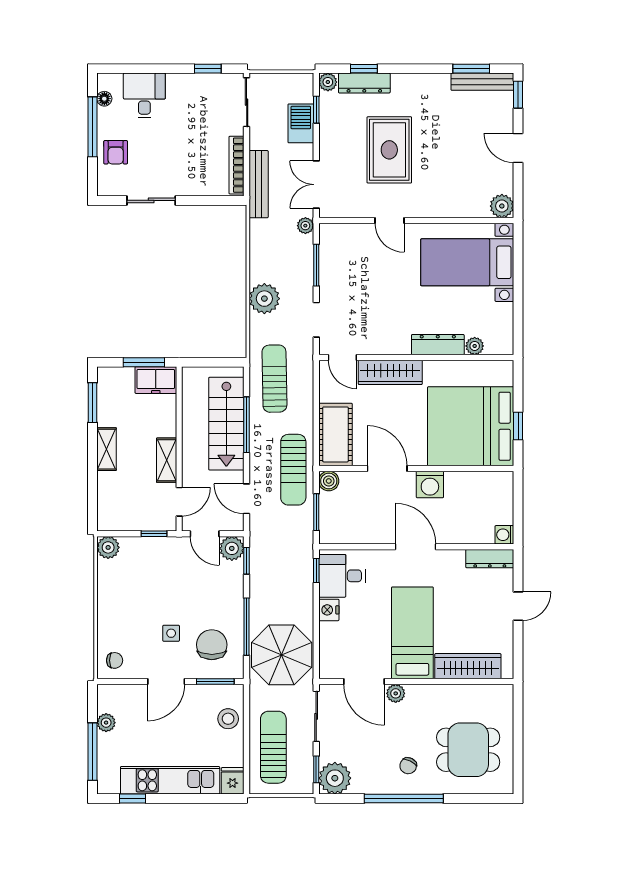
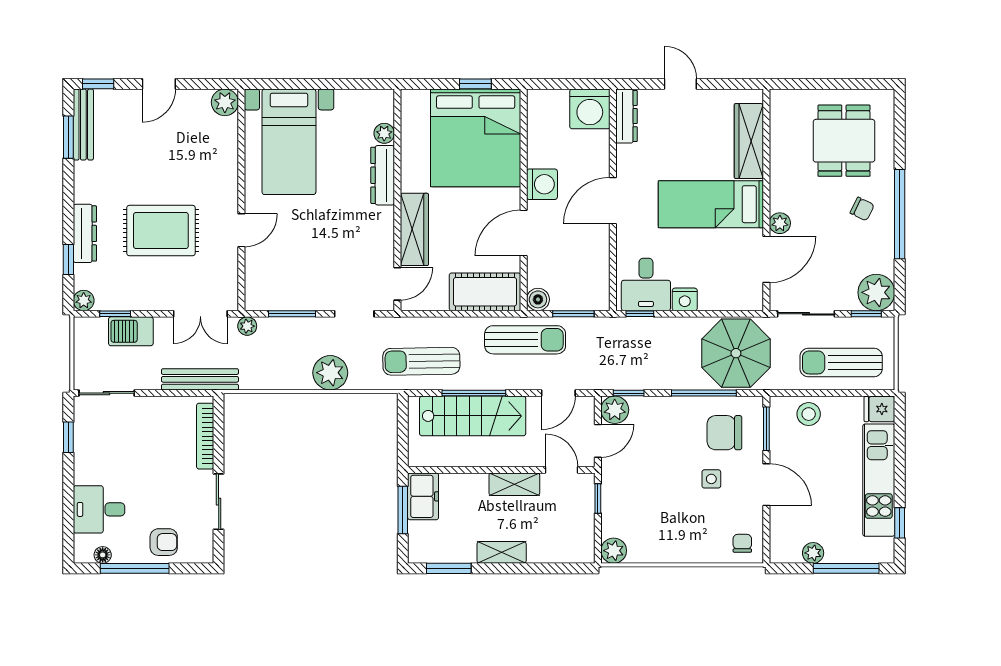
dresser: (364, 83) -> (85, 233), moved
bookcase: (237, 165) -> (205, 436), moved, turned 90
washing machine: (504, 535) -> (590, 109), width x1.89, depth x1.89

